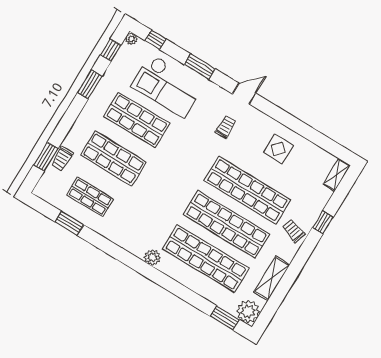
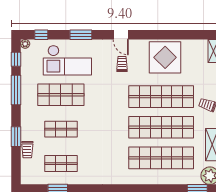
window: (90, 84) -> (16, 90), width x1.44
door: (244, 94) -> (121, 35), swing flipped
display table: (278, 149) -> (165, 57), width x1.86, depth x1.86
window: (46, 157) -> (16, 137), moved
shop shelf: (113, 158) -> (61, 129), width x0.70, depth x0.74
plant: (152, 257) -> (126, 178), removed

